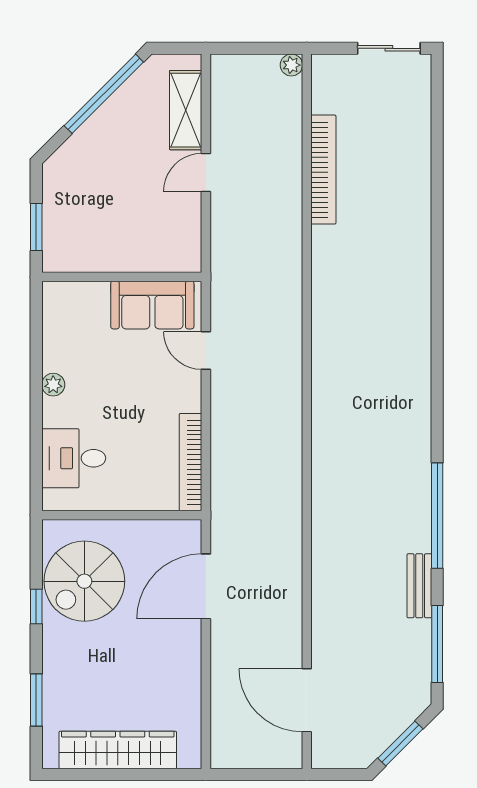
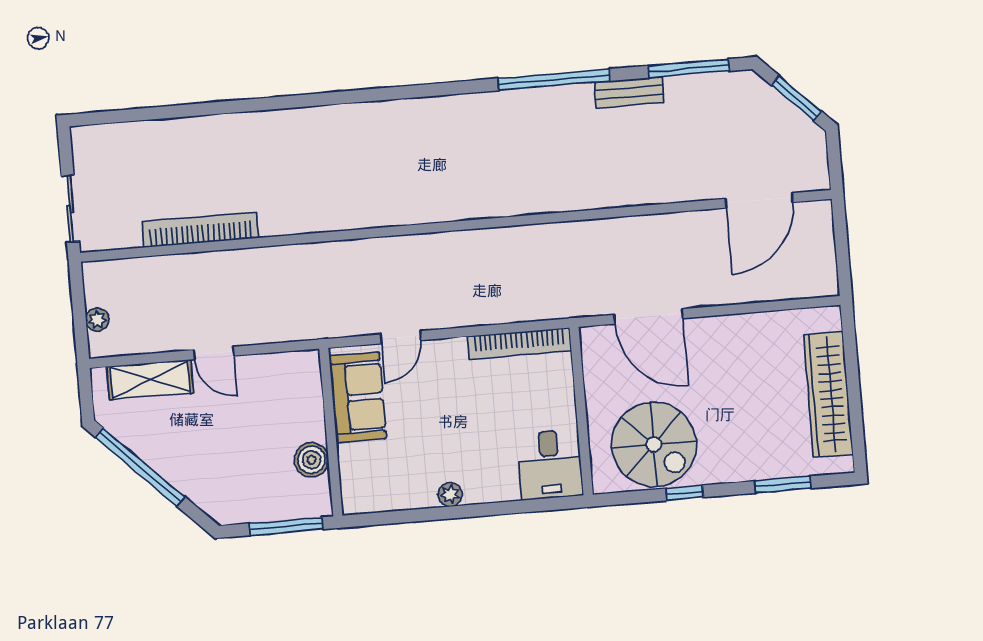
sliding door: (389, 48) -> (70, 209), moved
plant: (291, 65) -> (97, 320), moved
window: (36, 227) -> (286, 526), width x1.44
boiler: (97, 256) -> (311, 460), added
desk: (74, 458) -> (550, 465), moved

